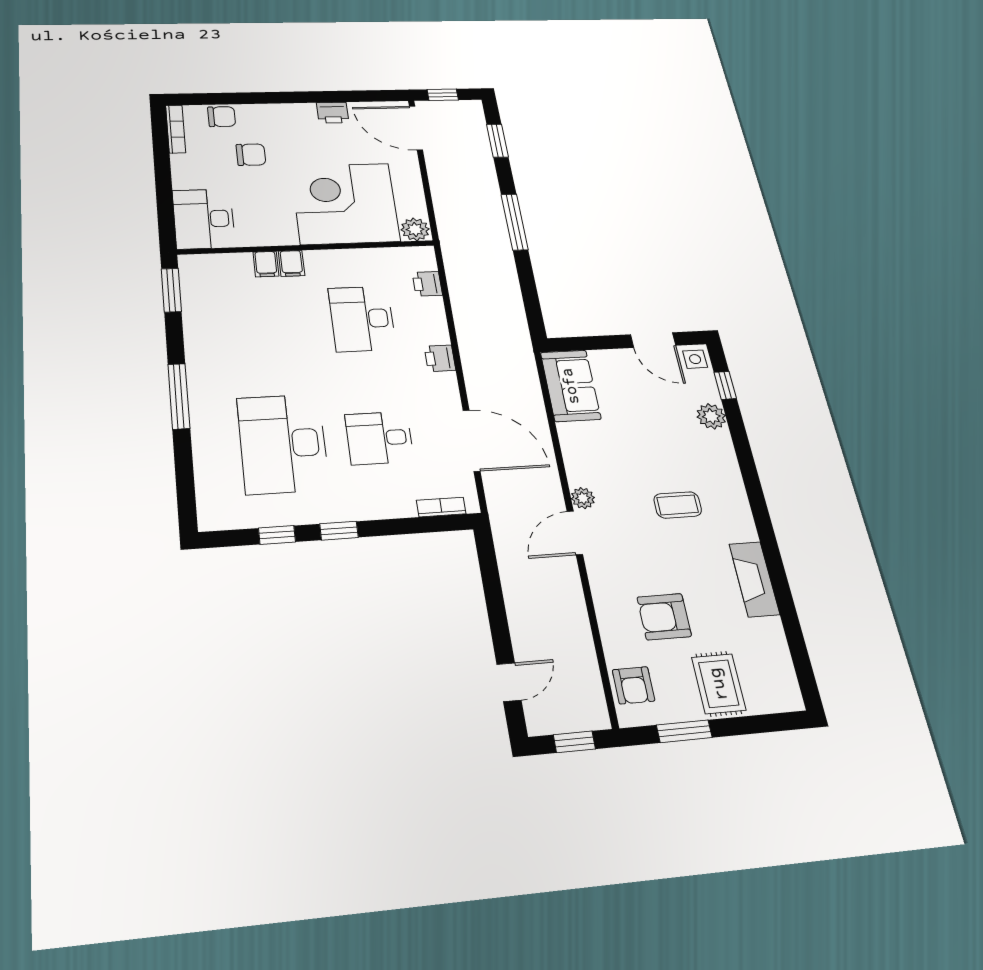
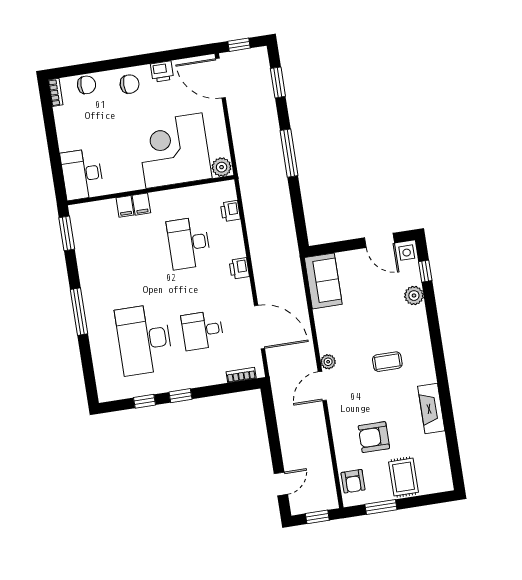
bookcase: (176, 129) -> (56, 92), width x0.64
chair: (251, 155) -> (130, 84), moved

